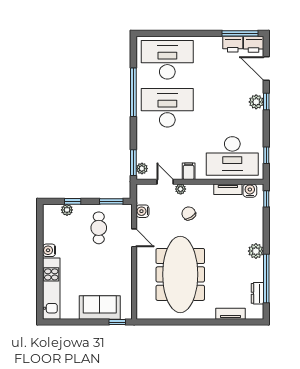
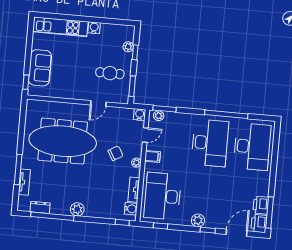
plant: (256, 102) -> (198, 220), moved
plant: (181, 189) -> (136, 163), moved
water cooler: (142, 211) -> (140, 115), moved
window: (217, 322) -> (18, 169), added

